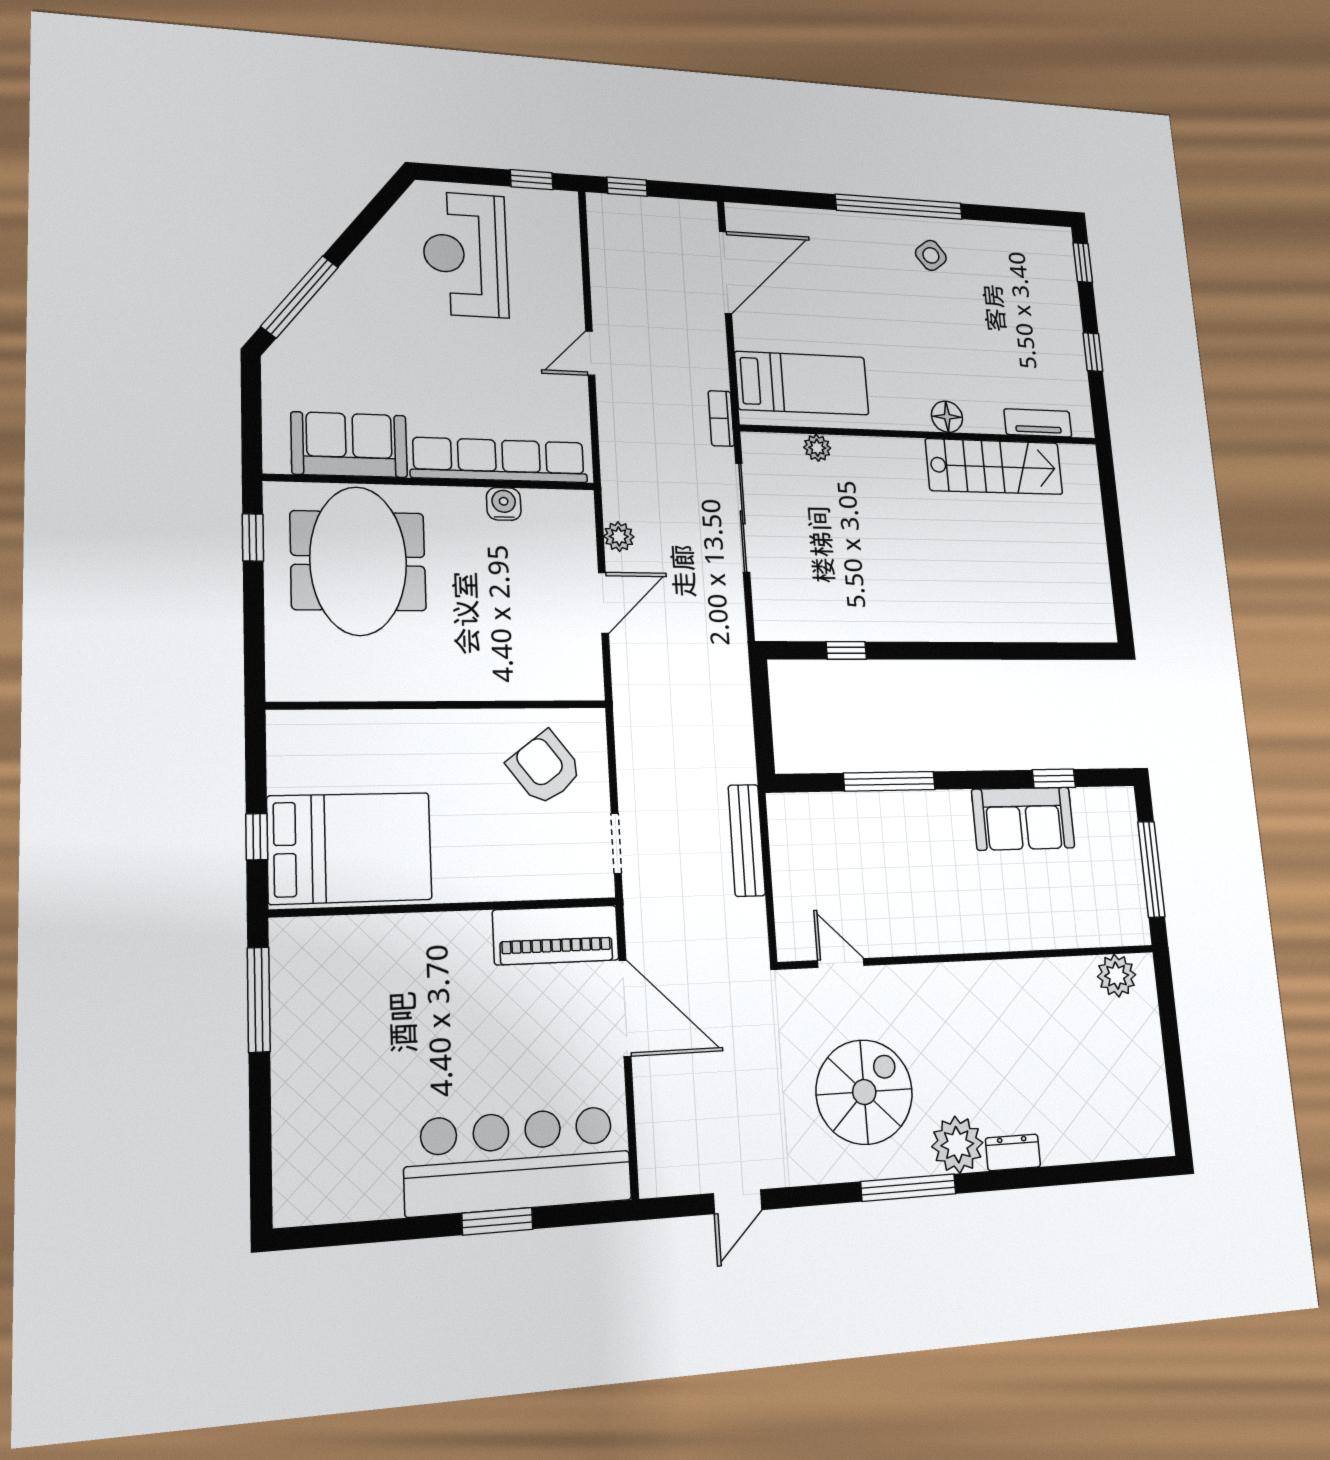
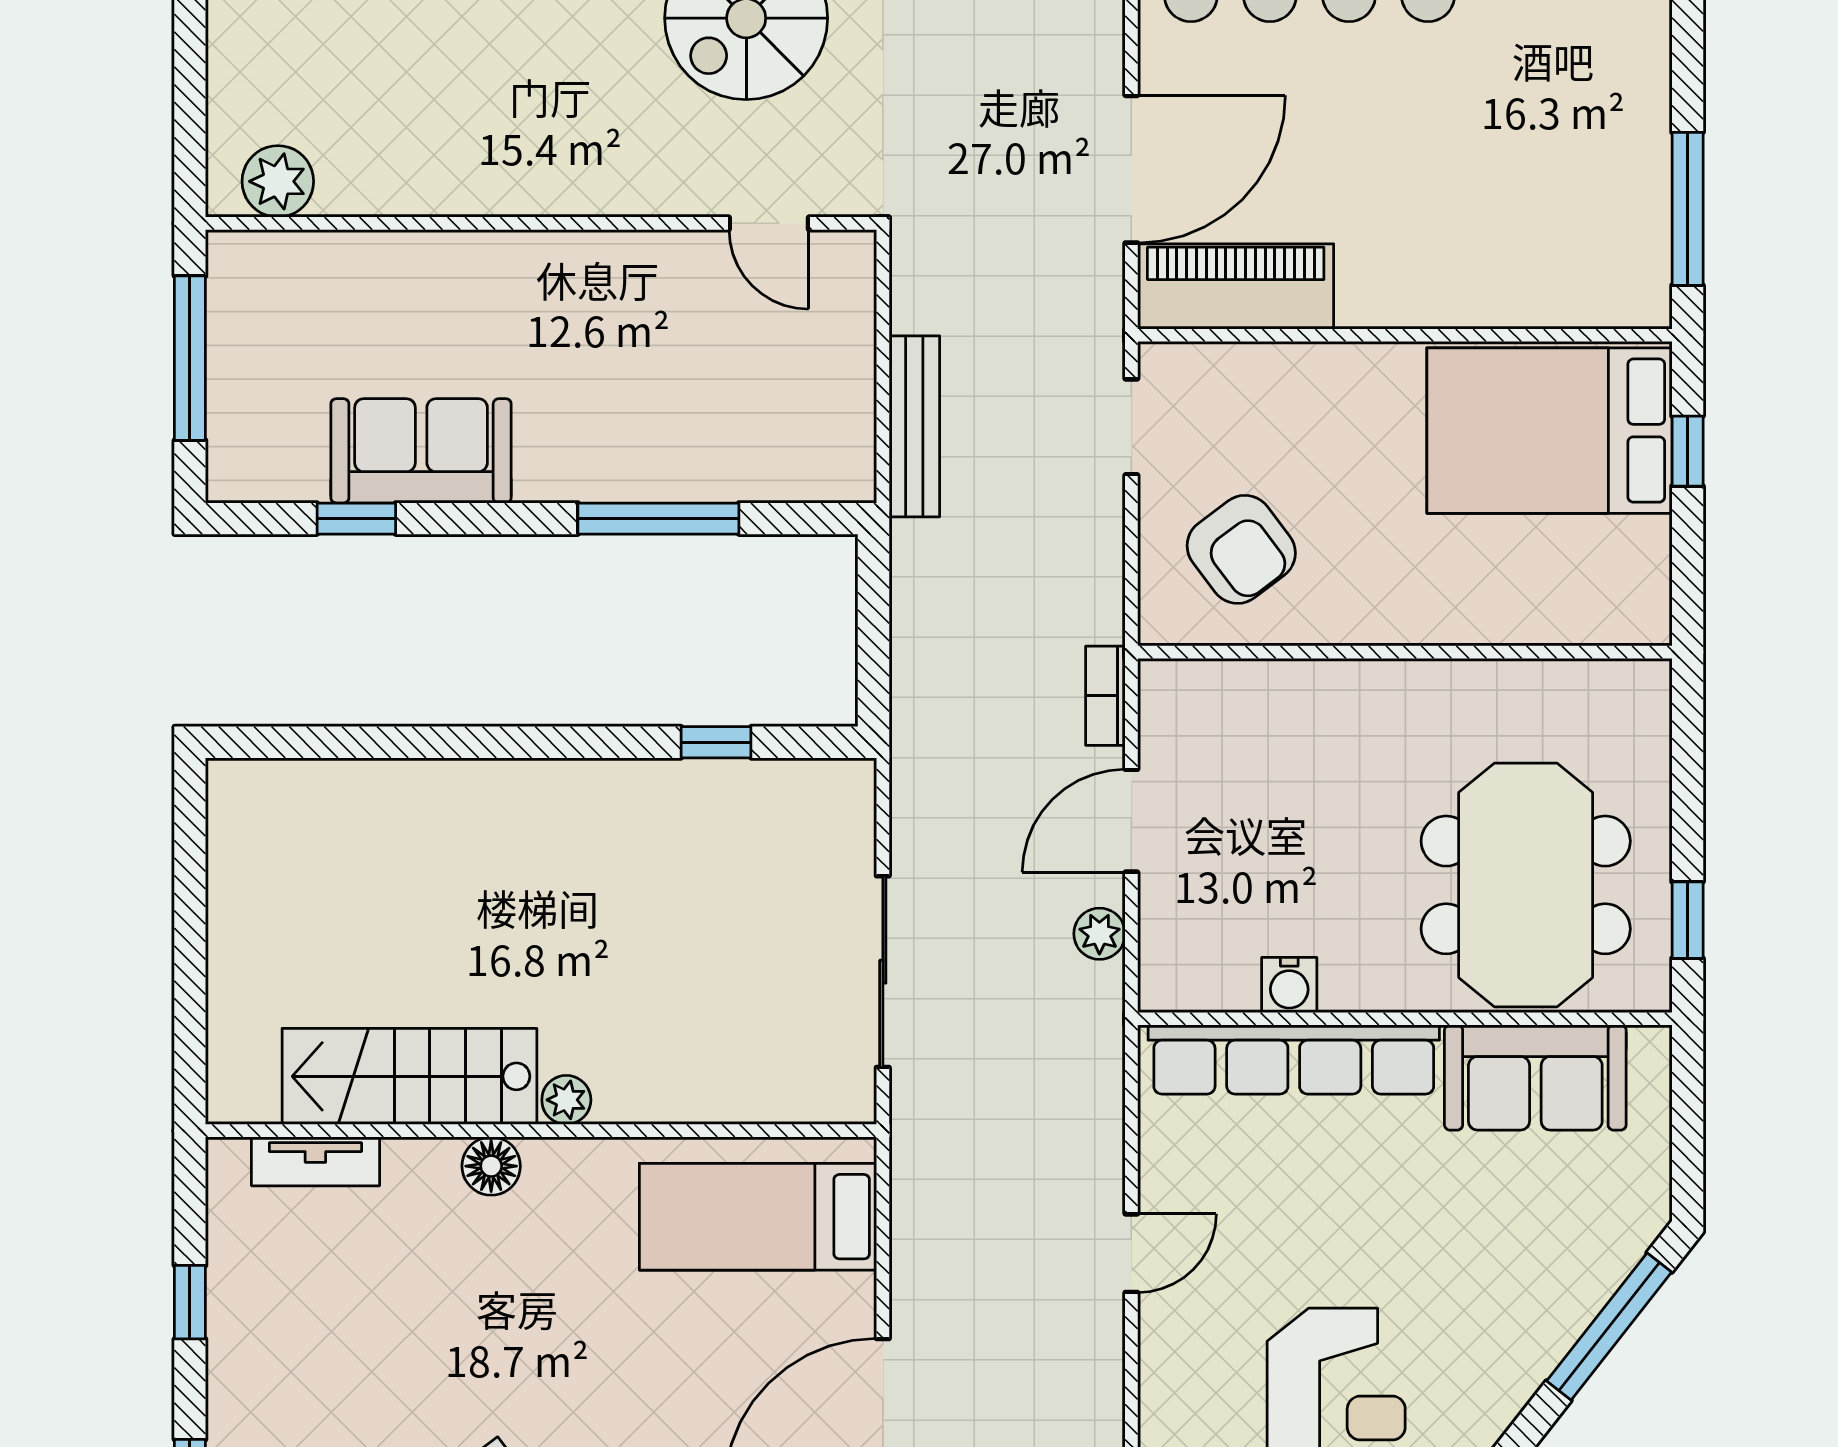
bookcase: (721, 418) -> (1105, 696), moved, turned 180
plant: (817, 448) -> (566, 1100), moved
door: (625, 1008) -> (1131, 169), swing flipped

